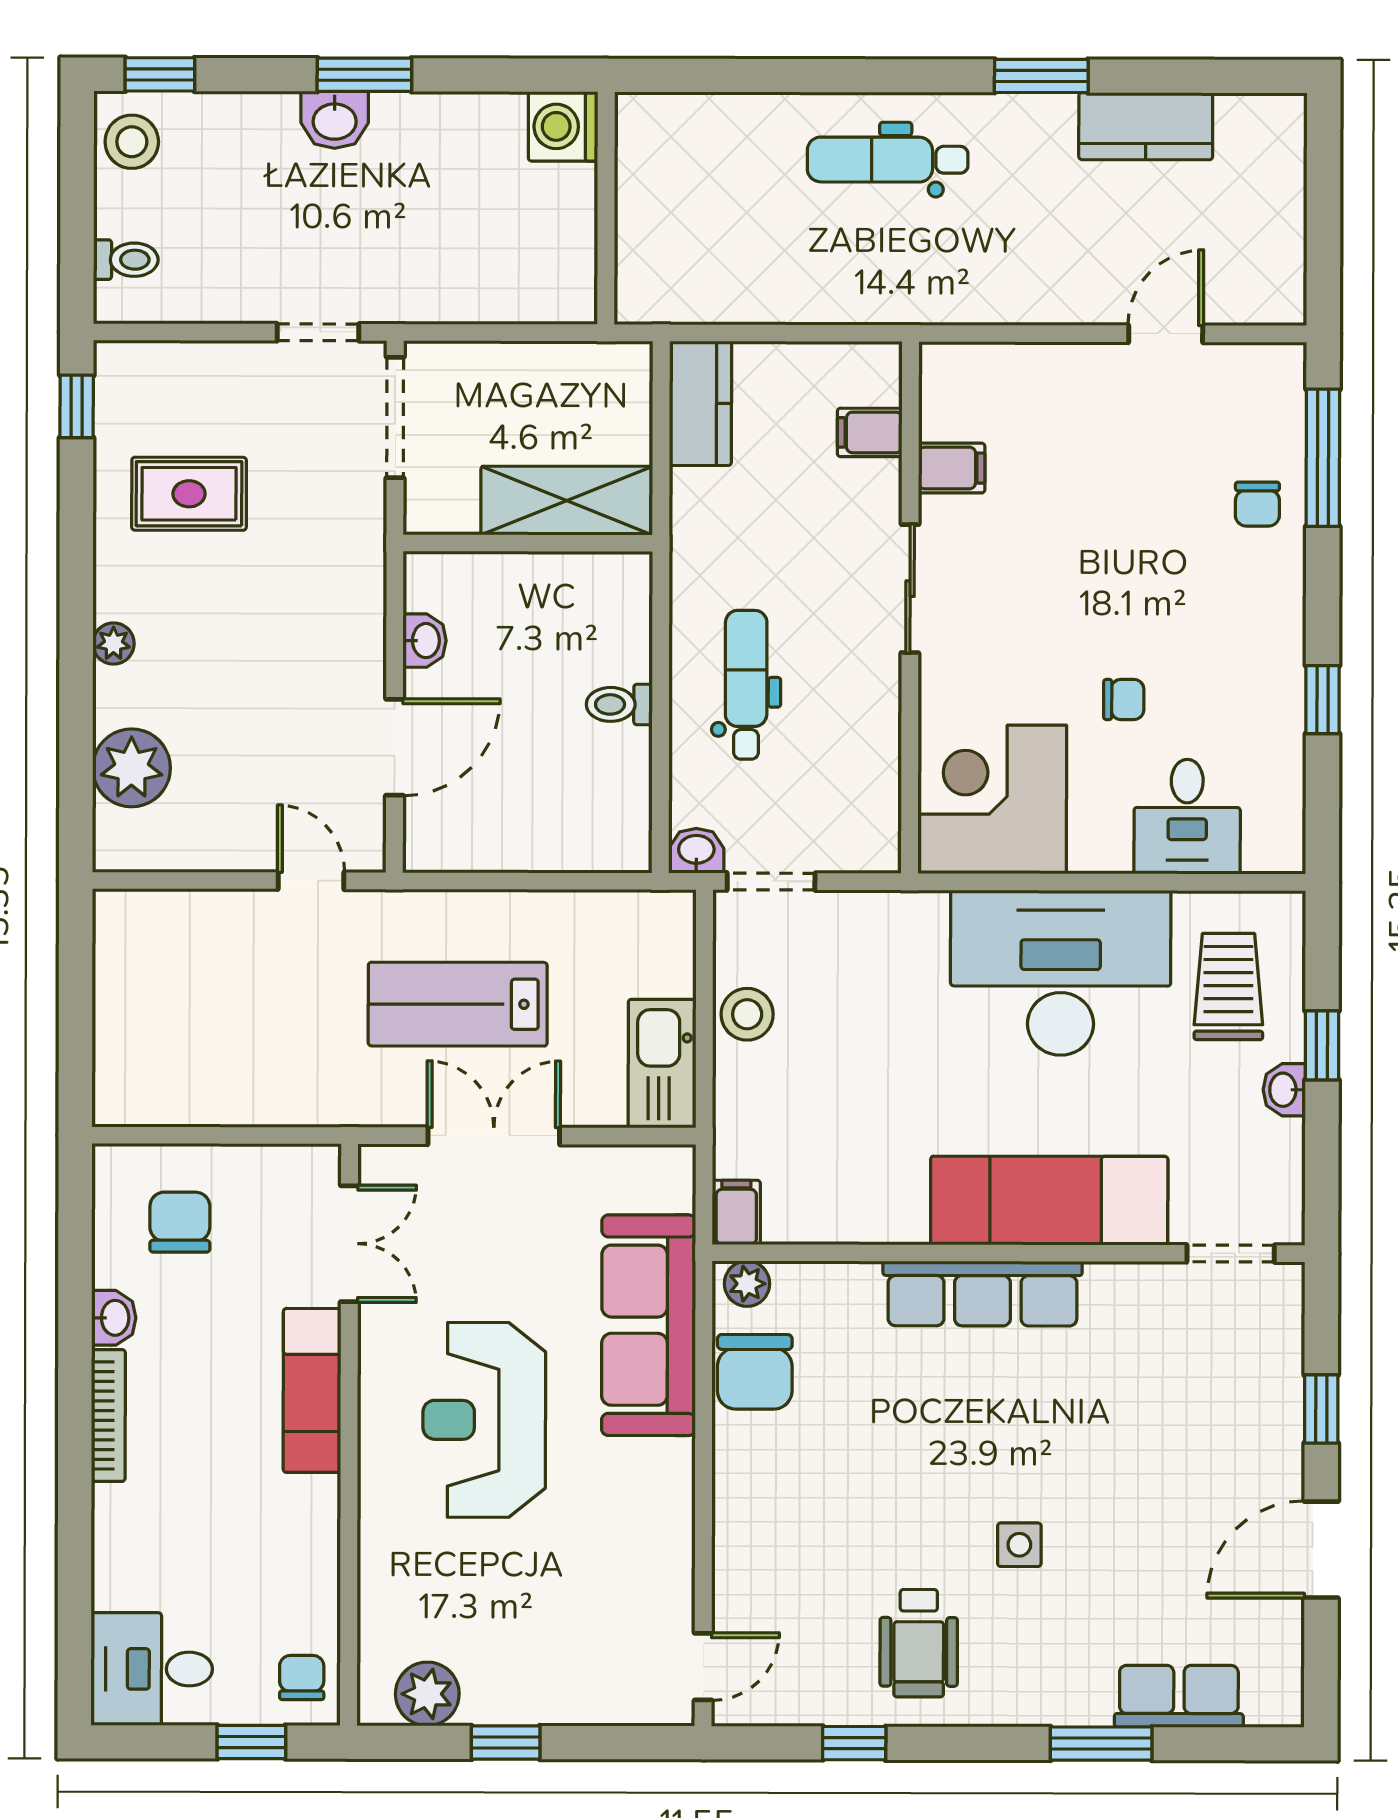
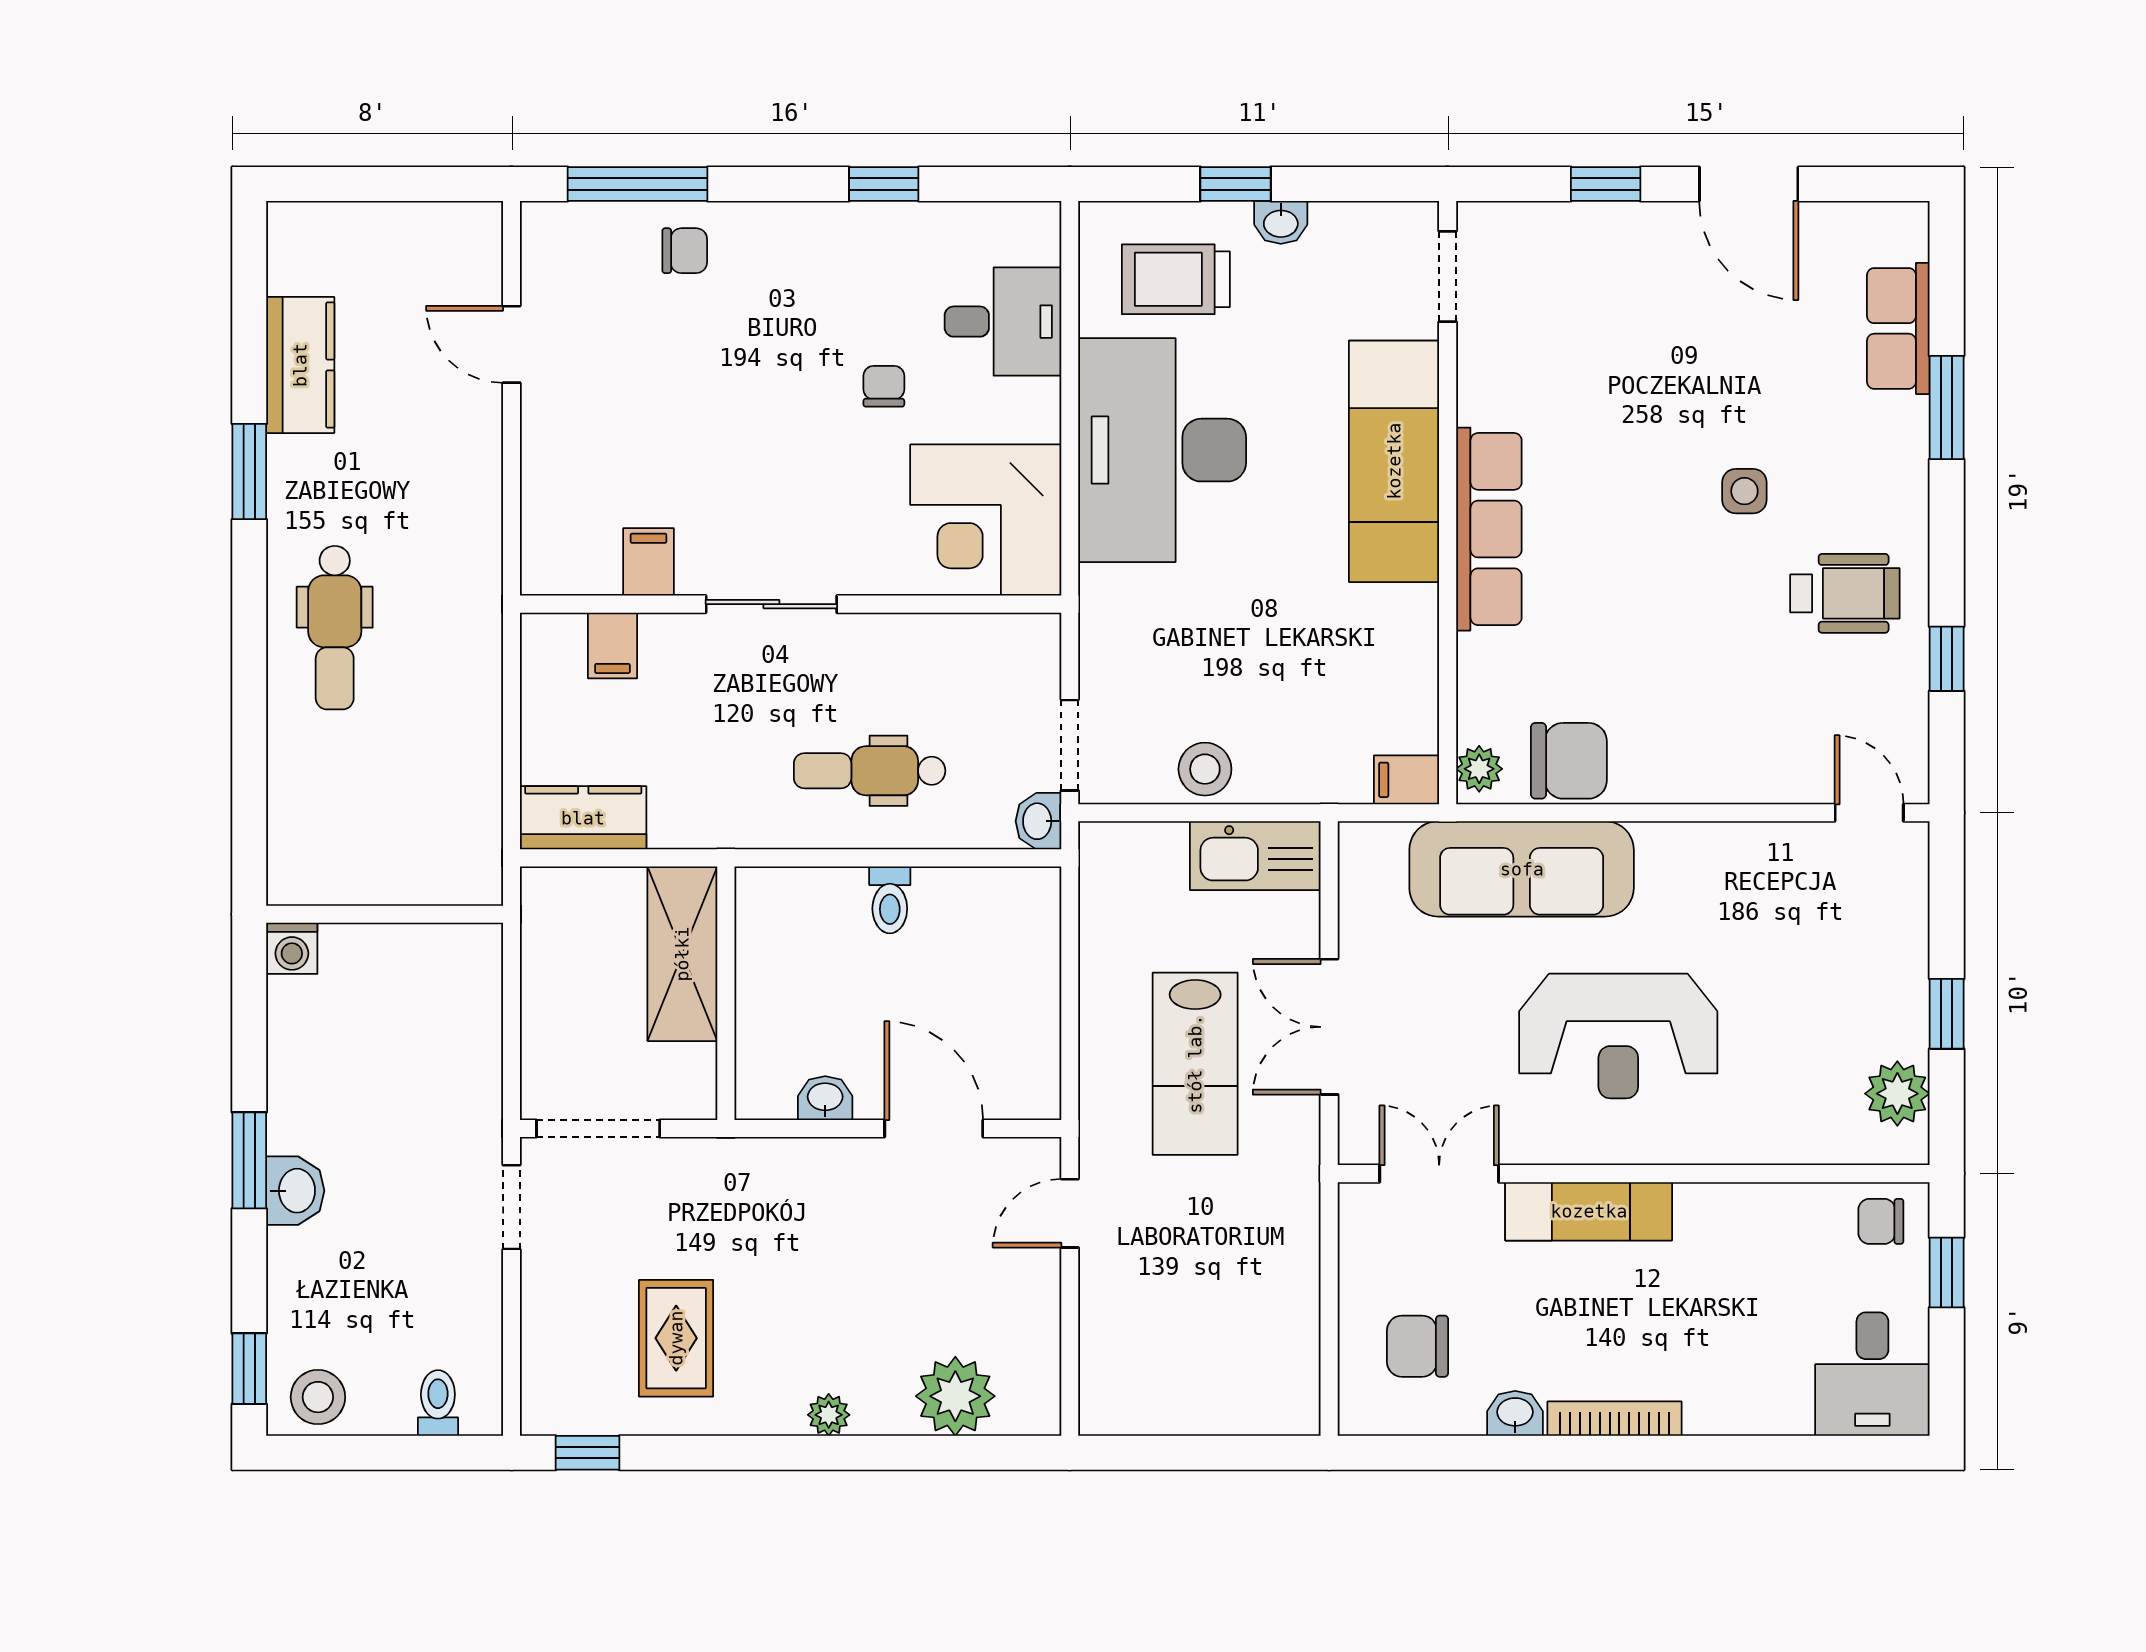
washing machine: (563, 126) -> (292, 948), width x0.73, depth x0.73

